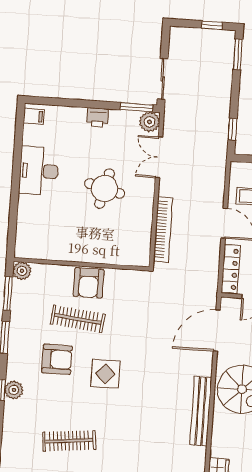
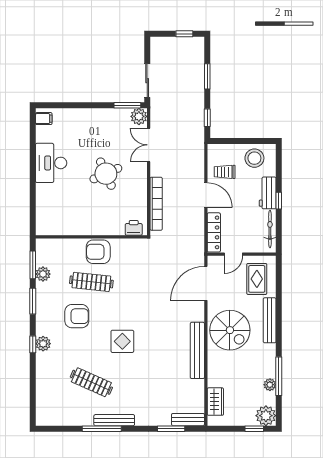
window: (238, 54) -> (207, 76), moved
printer: (98, 117) -> (134, 228), moved, turned 180
round table: (105, 189) -> (106, 174), turned -38
plant: (22, 271) -> (43, 274), moved
armchair: (89, 283) -> (98, 252), turned 90
display table: (105, 374) -> (122, 341), moved
clothes rail: (69, 441) -> (91, 382), turned 30

